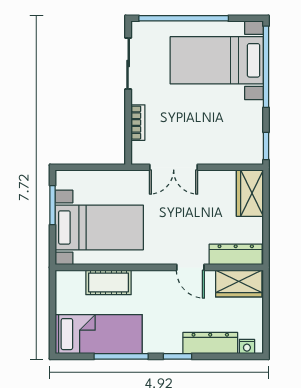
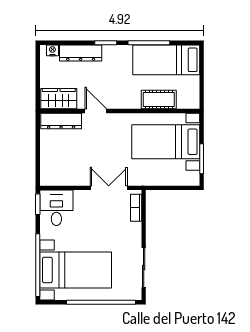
bookcase: (138, 123) -> (136, 208), moved
desk: (242, 141) -> (56, 208), added
wardrobe: (250, 193) -> (50, 168), removed

